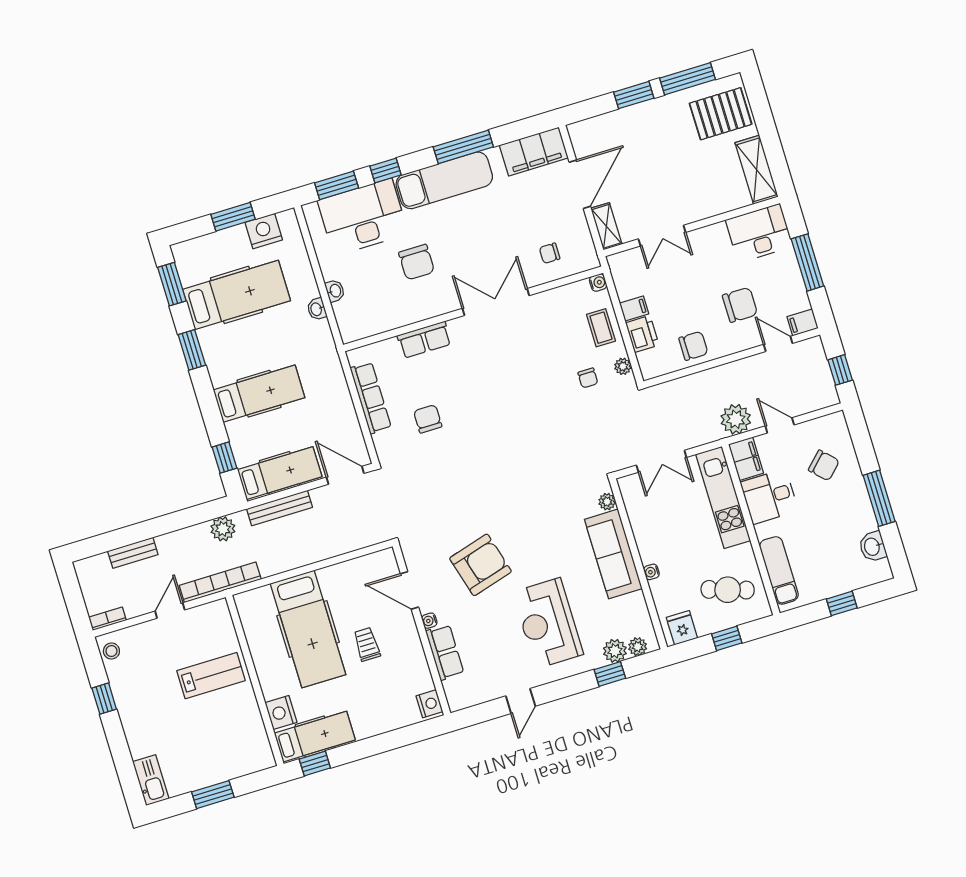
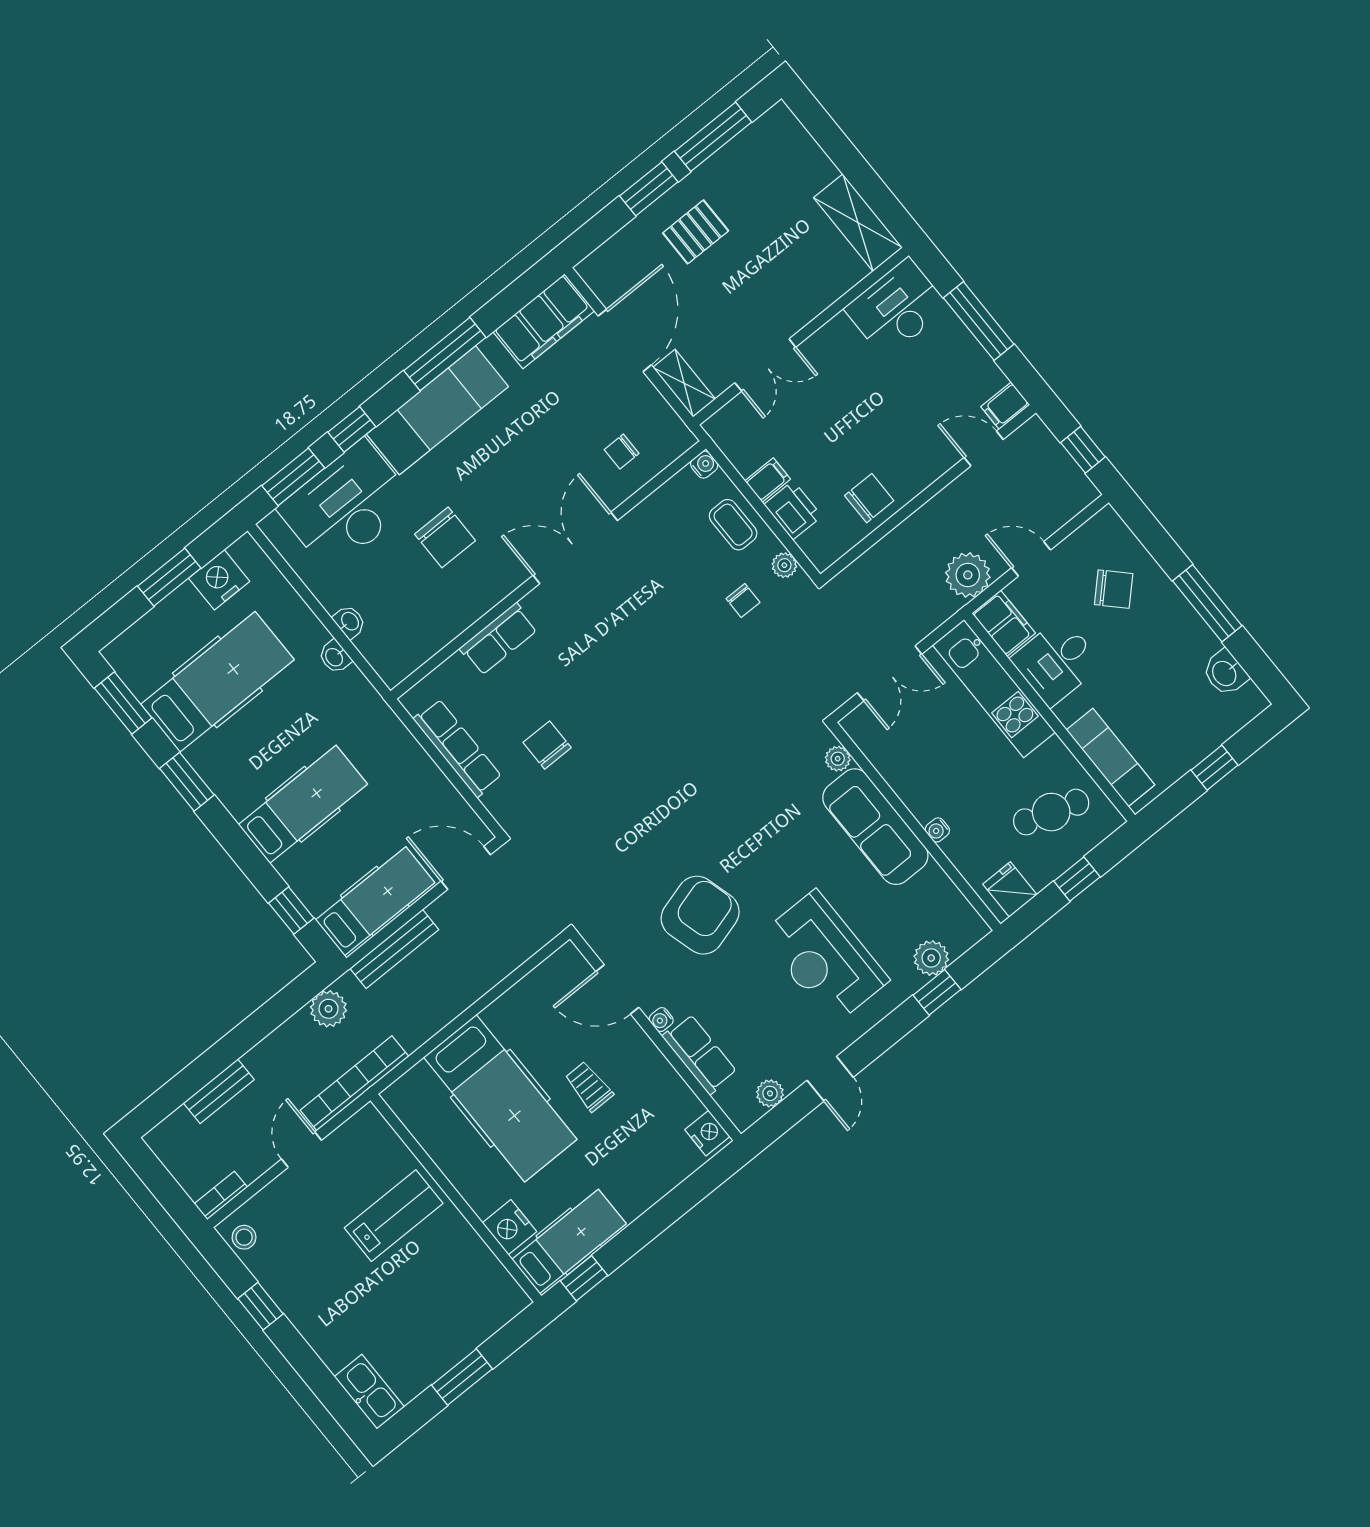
pallet: (721, 114) -> (696, 232), moved, width x0.67, depth x0.71
chair: (740, 305) -> (910, 416), removed
plant: (638, 647) -> (770, 1093), moved

